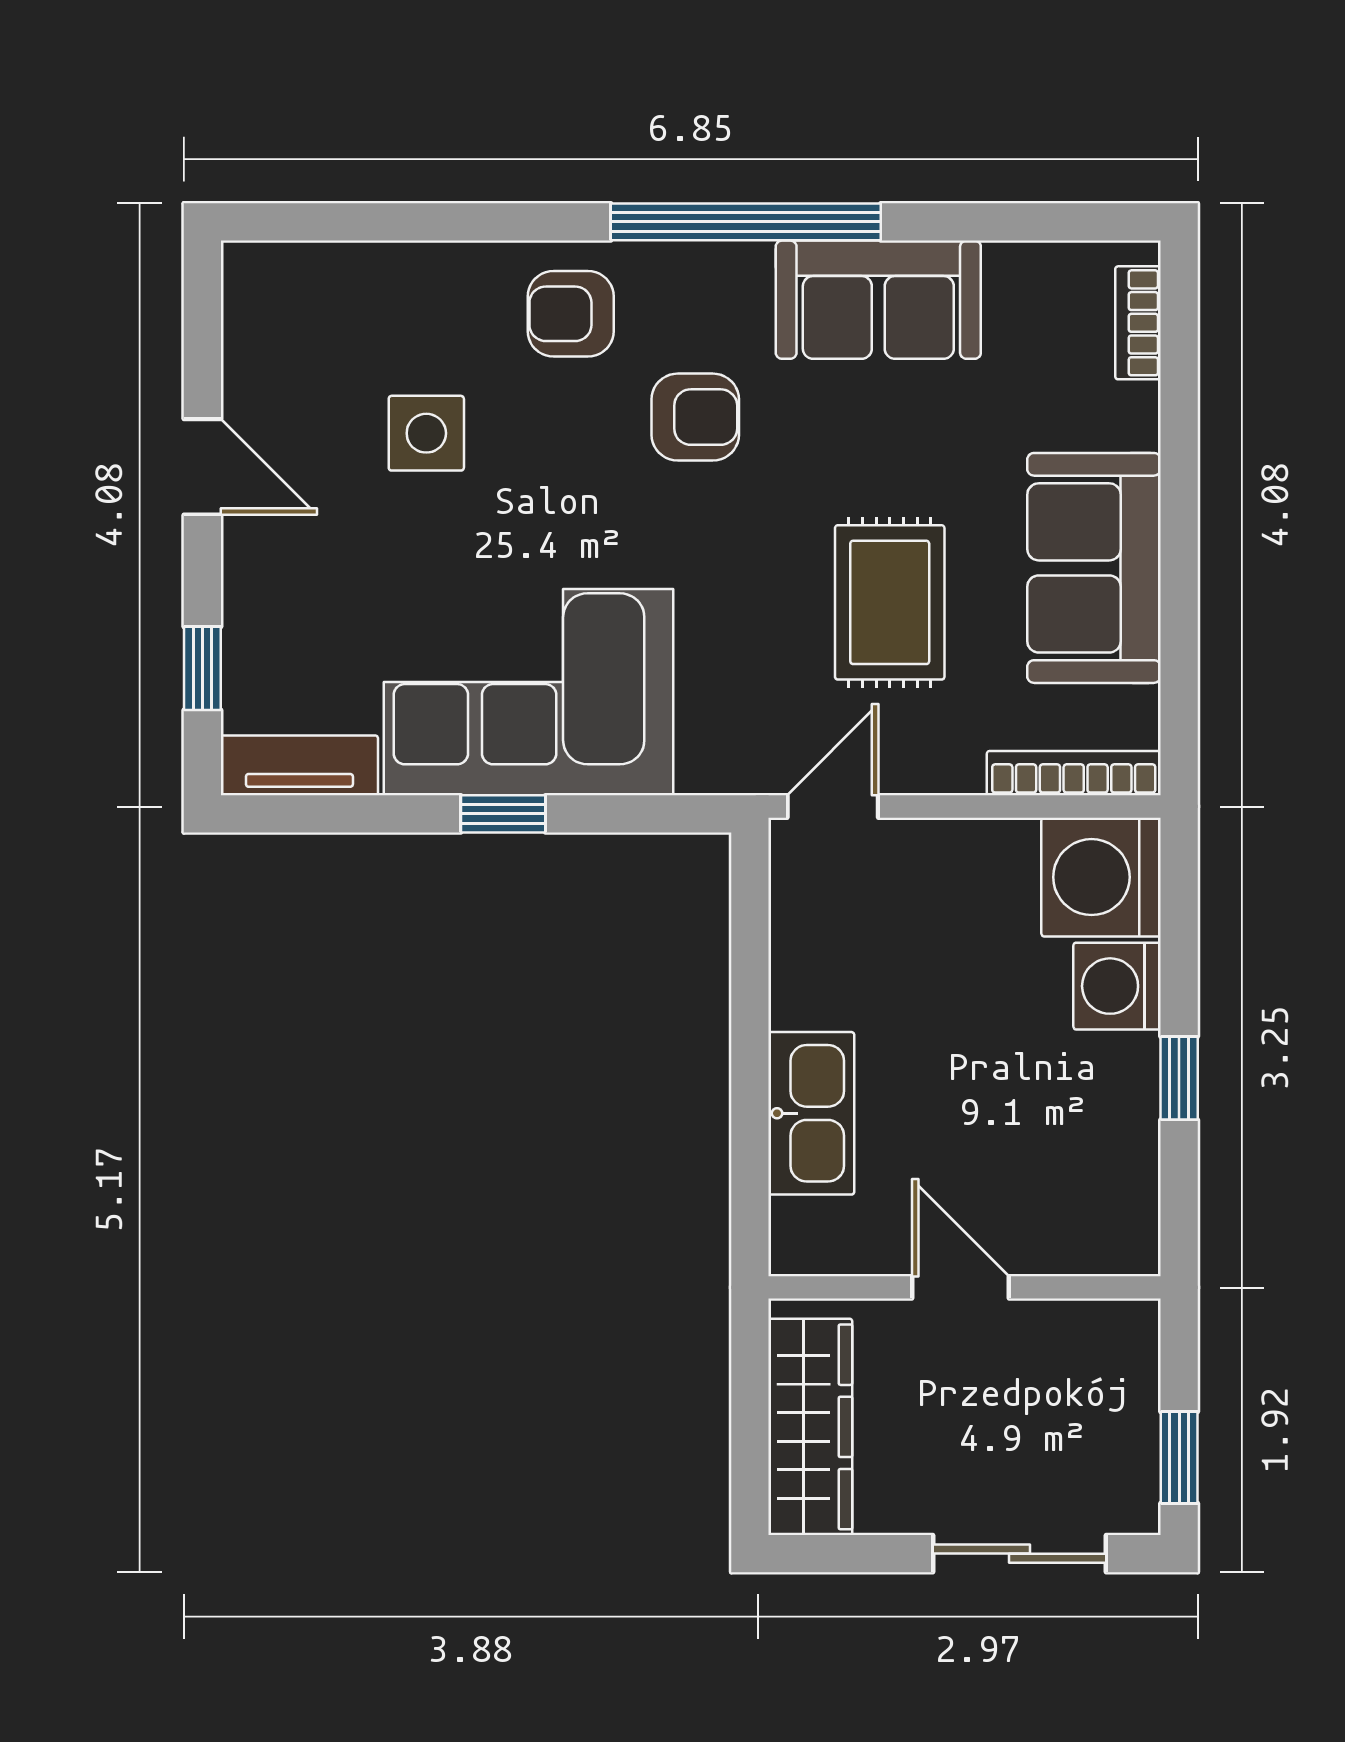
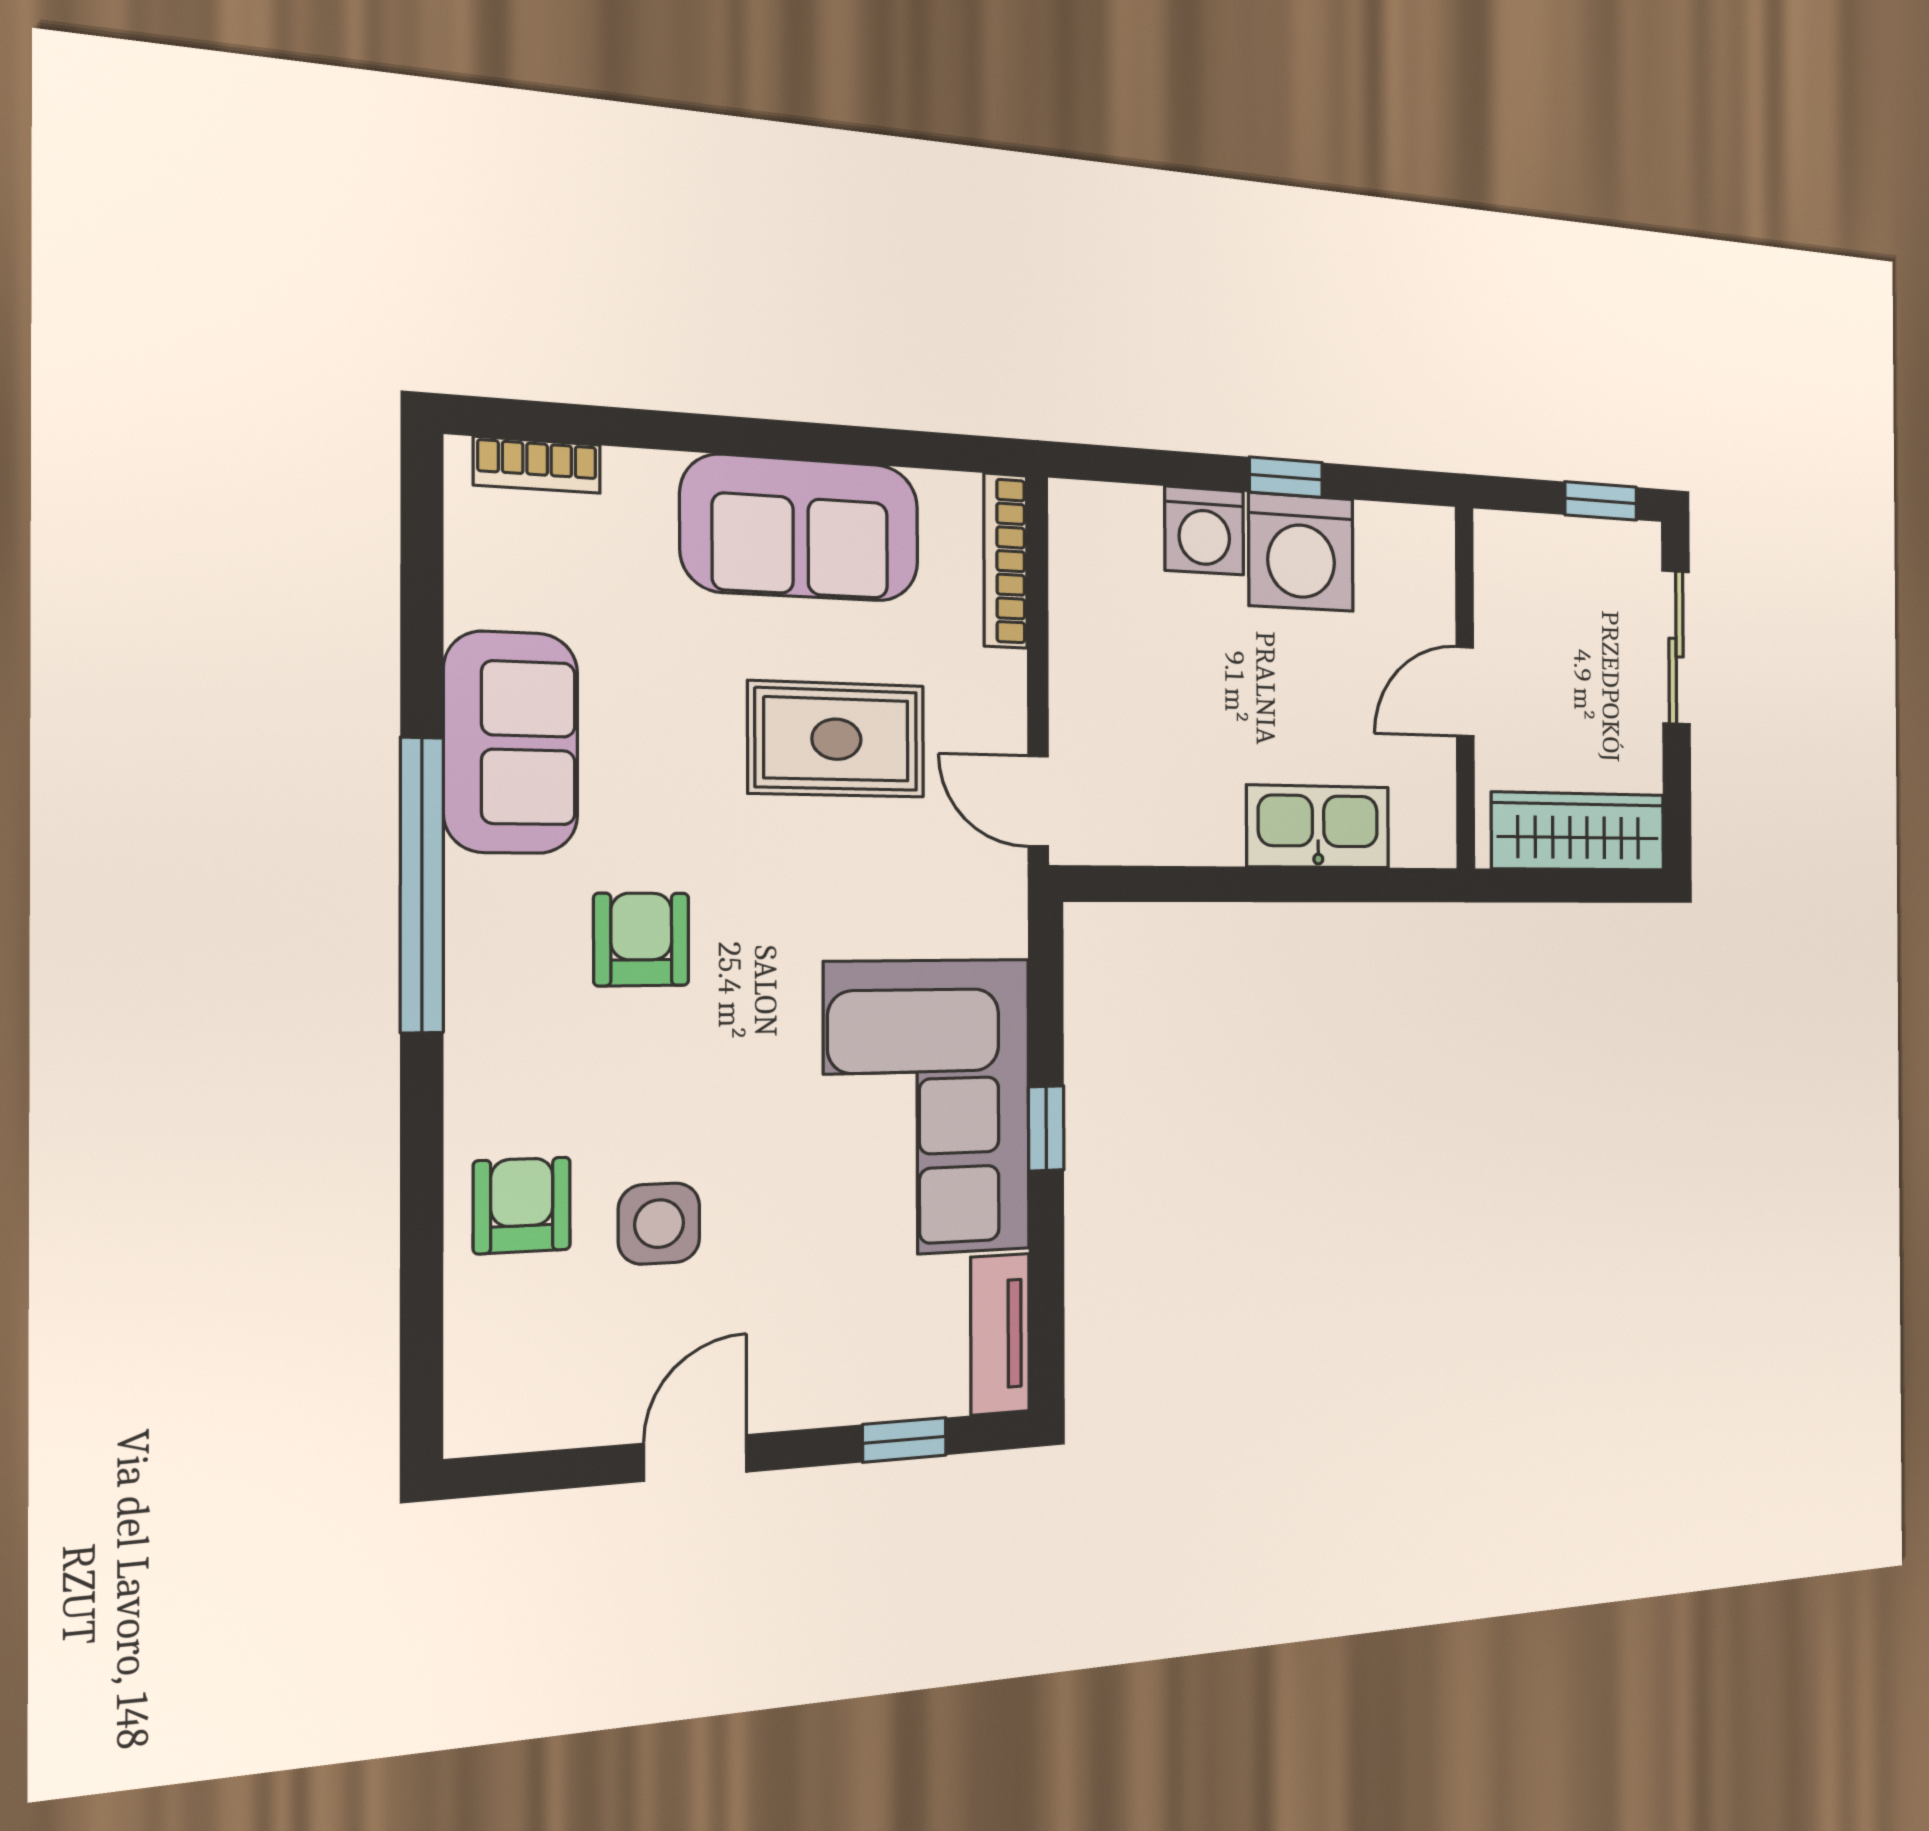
armchair: (571, 314) -> (522, 1205), moved, turned 180
washing machine: (1101, 877) -> (1301, 552), moved

